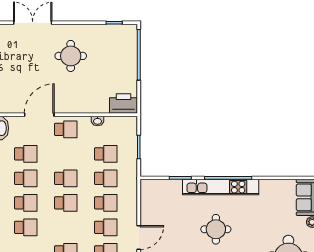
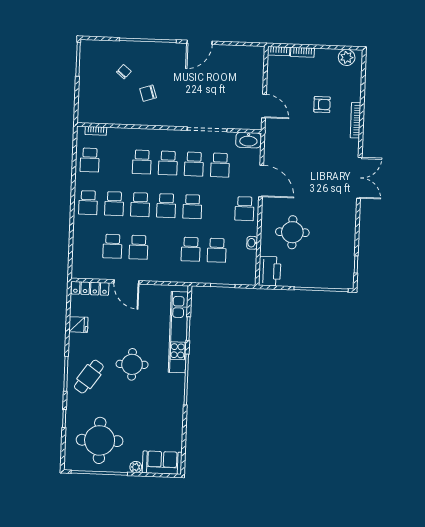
round table: (71, 56) -> (292, 232), moved
kitchen unit: (221, 187) -> (178, 332), moved
school desk: (106, 203) -> (140, 205), moved

